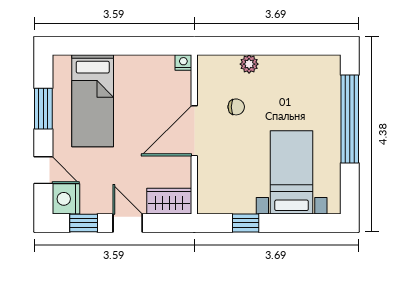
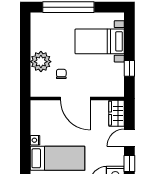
nightstand: (183, 62) -> (35, 140), moved
plant: (249, 64) -> (41, 62), width x1.87, depth x1.87

